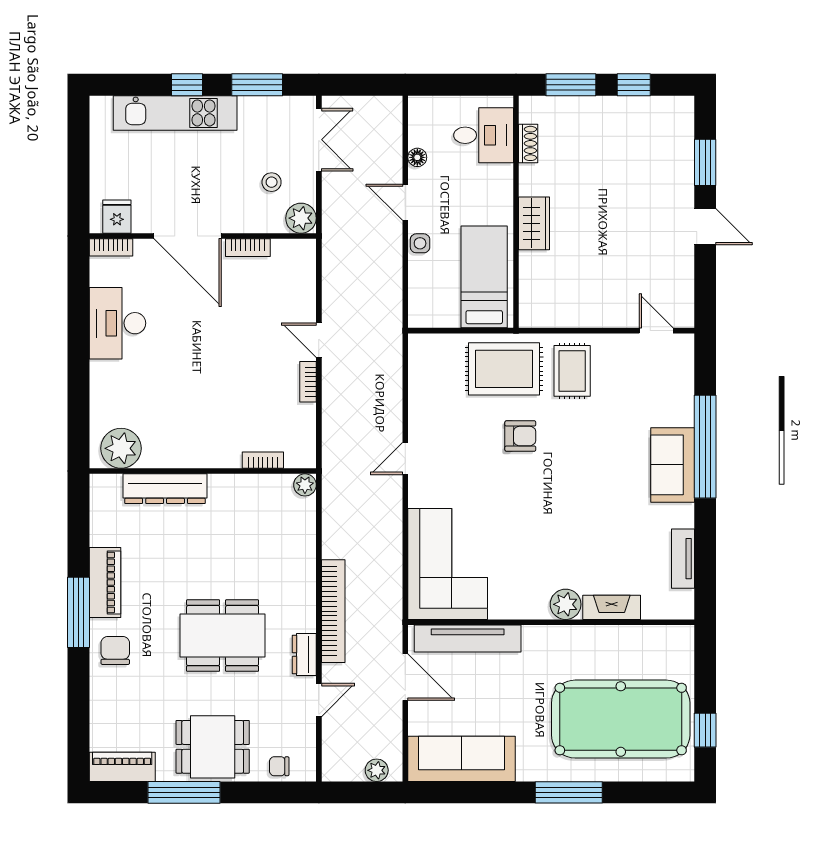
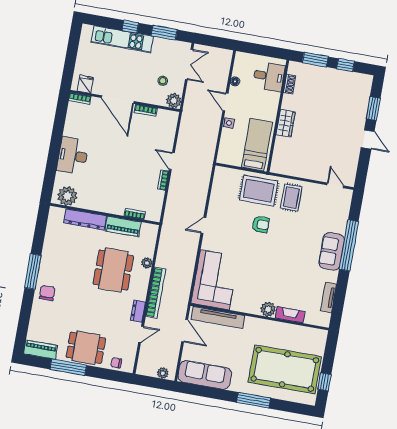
desk: (117, 323) -> (73, 156), moved
plant: (305, 485) -> (147, 263), moved
piano: (105, 582) -> (123, 226), moved, turned 90
dining table: (223, 636) -> (113, 270), moved, turned 90

